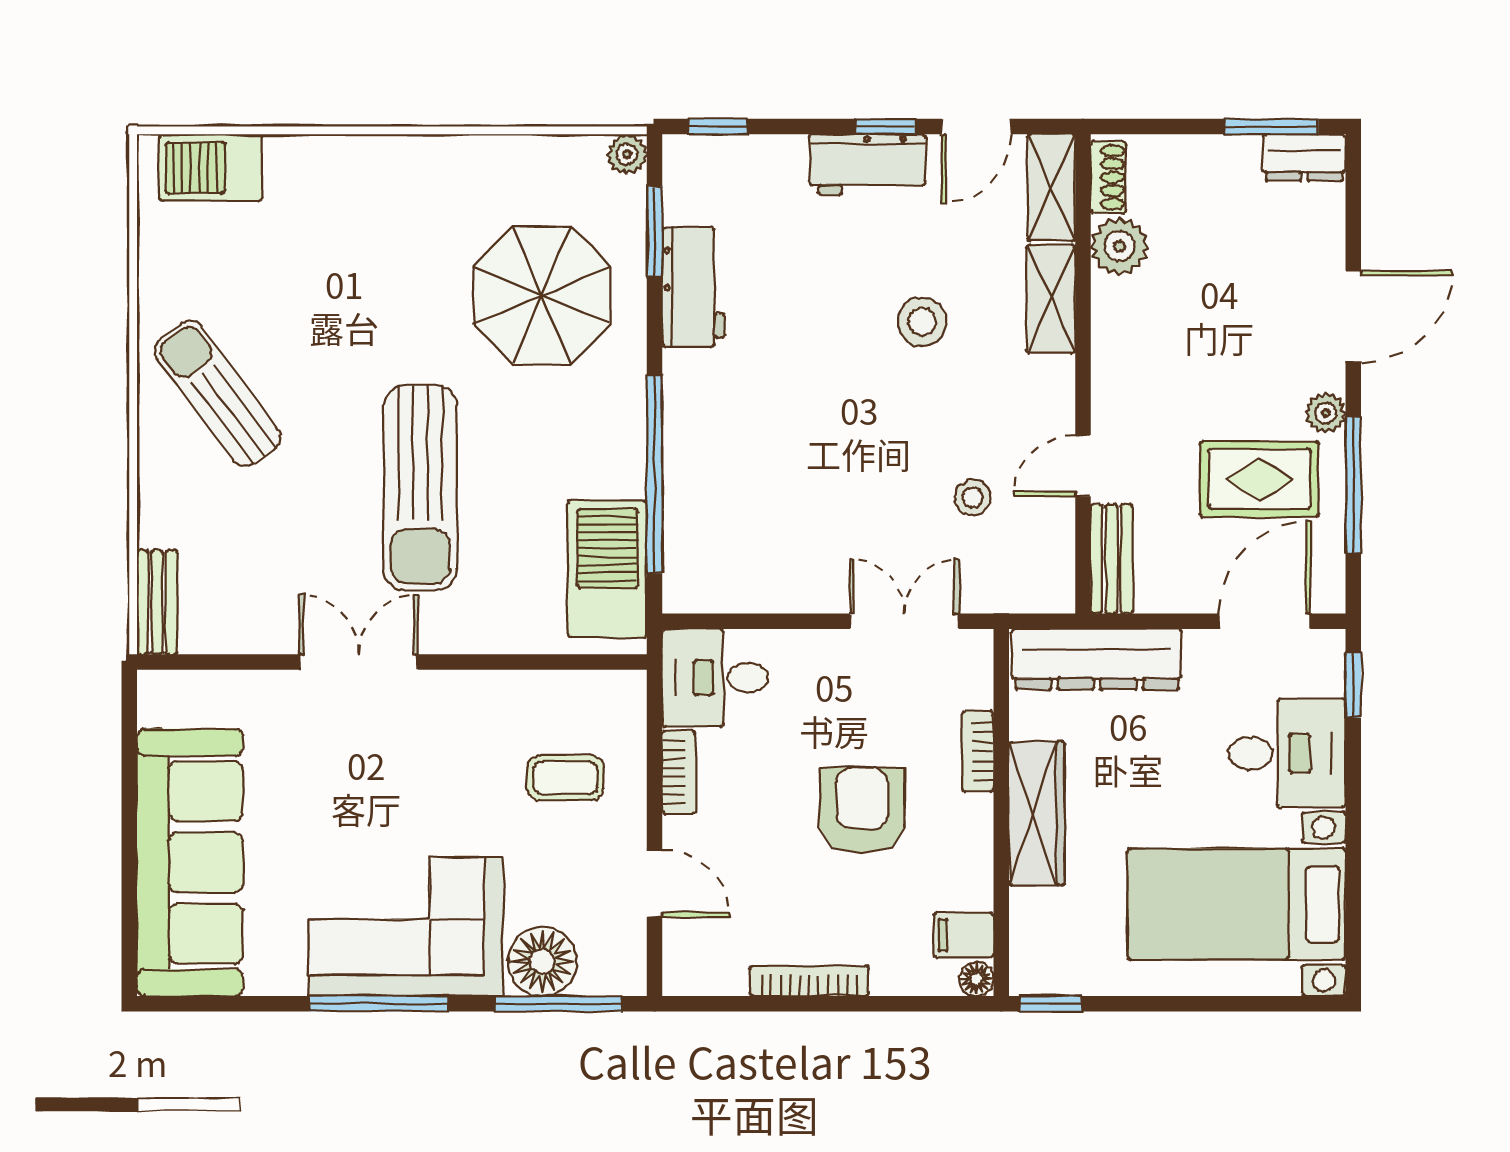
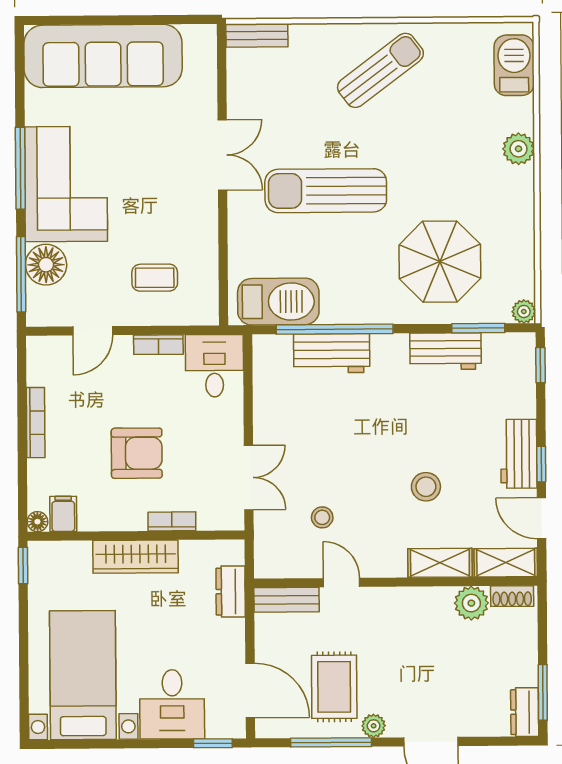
plant: (352, 161) -> (519, 149), added
workbench: (695, 479) -> (332, 353), added
dresser: (1097, 659) -> (231, 592), width x0.51, depth x0.80
coffee table: (565, 778) -> (155, 278), turned 90

